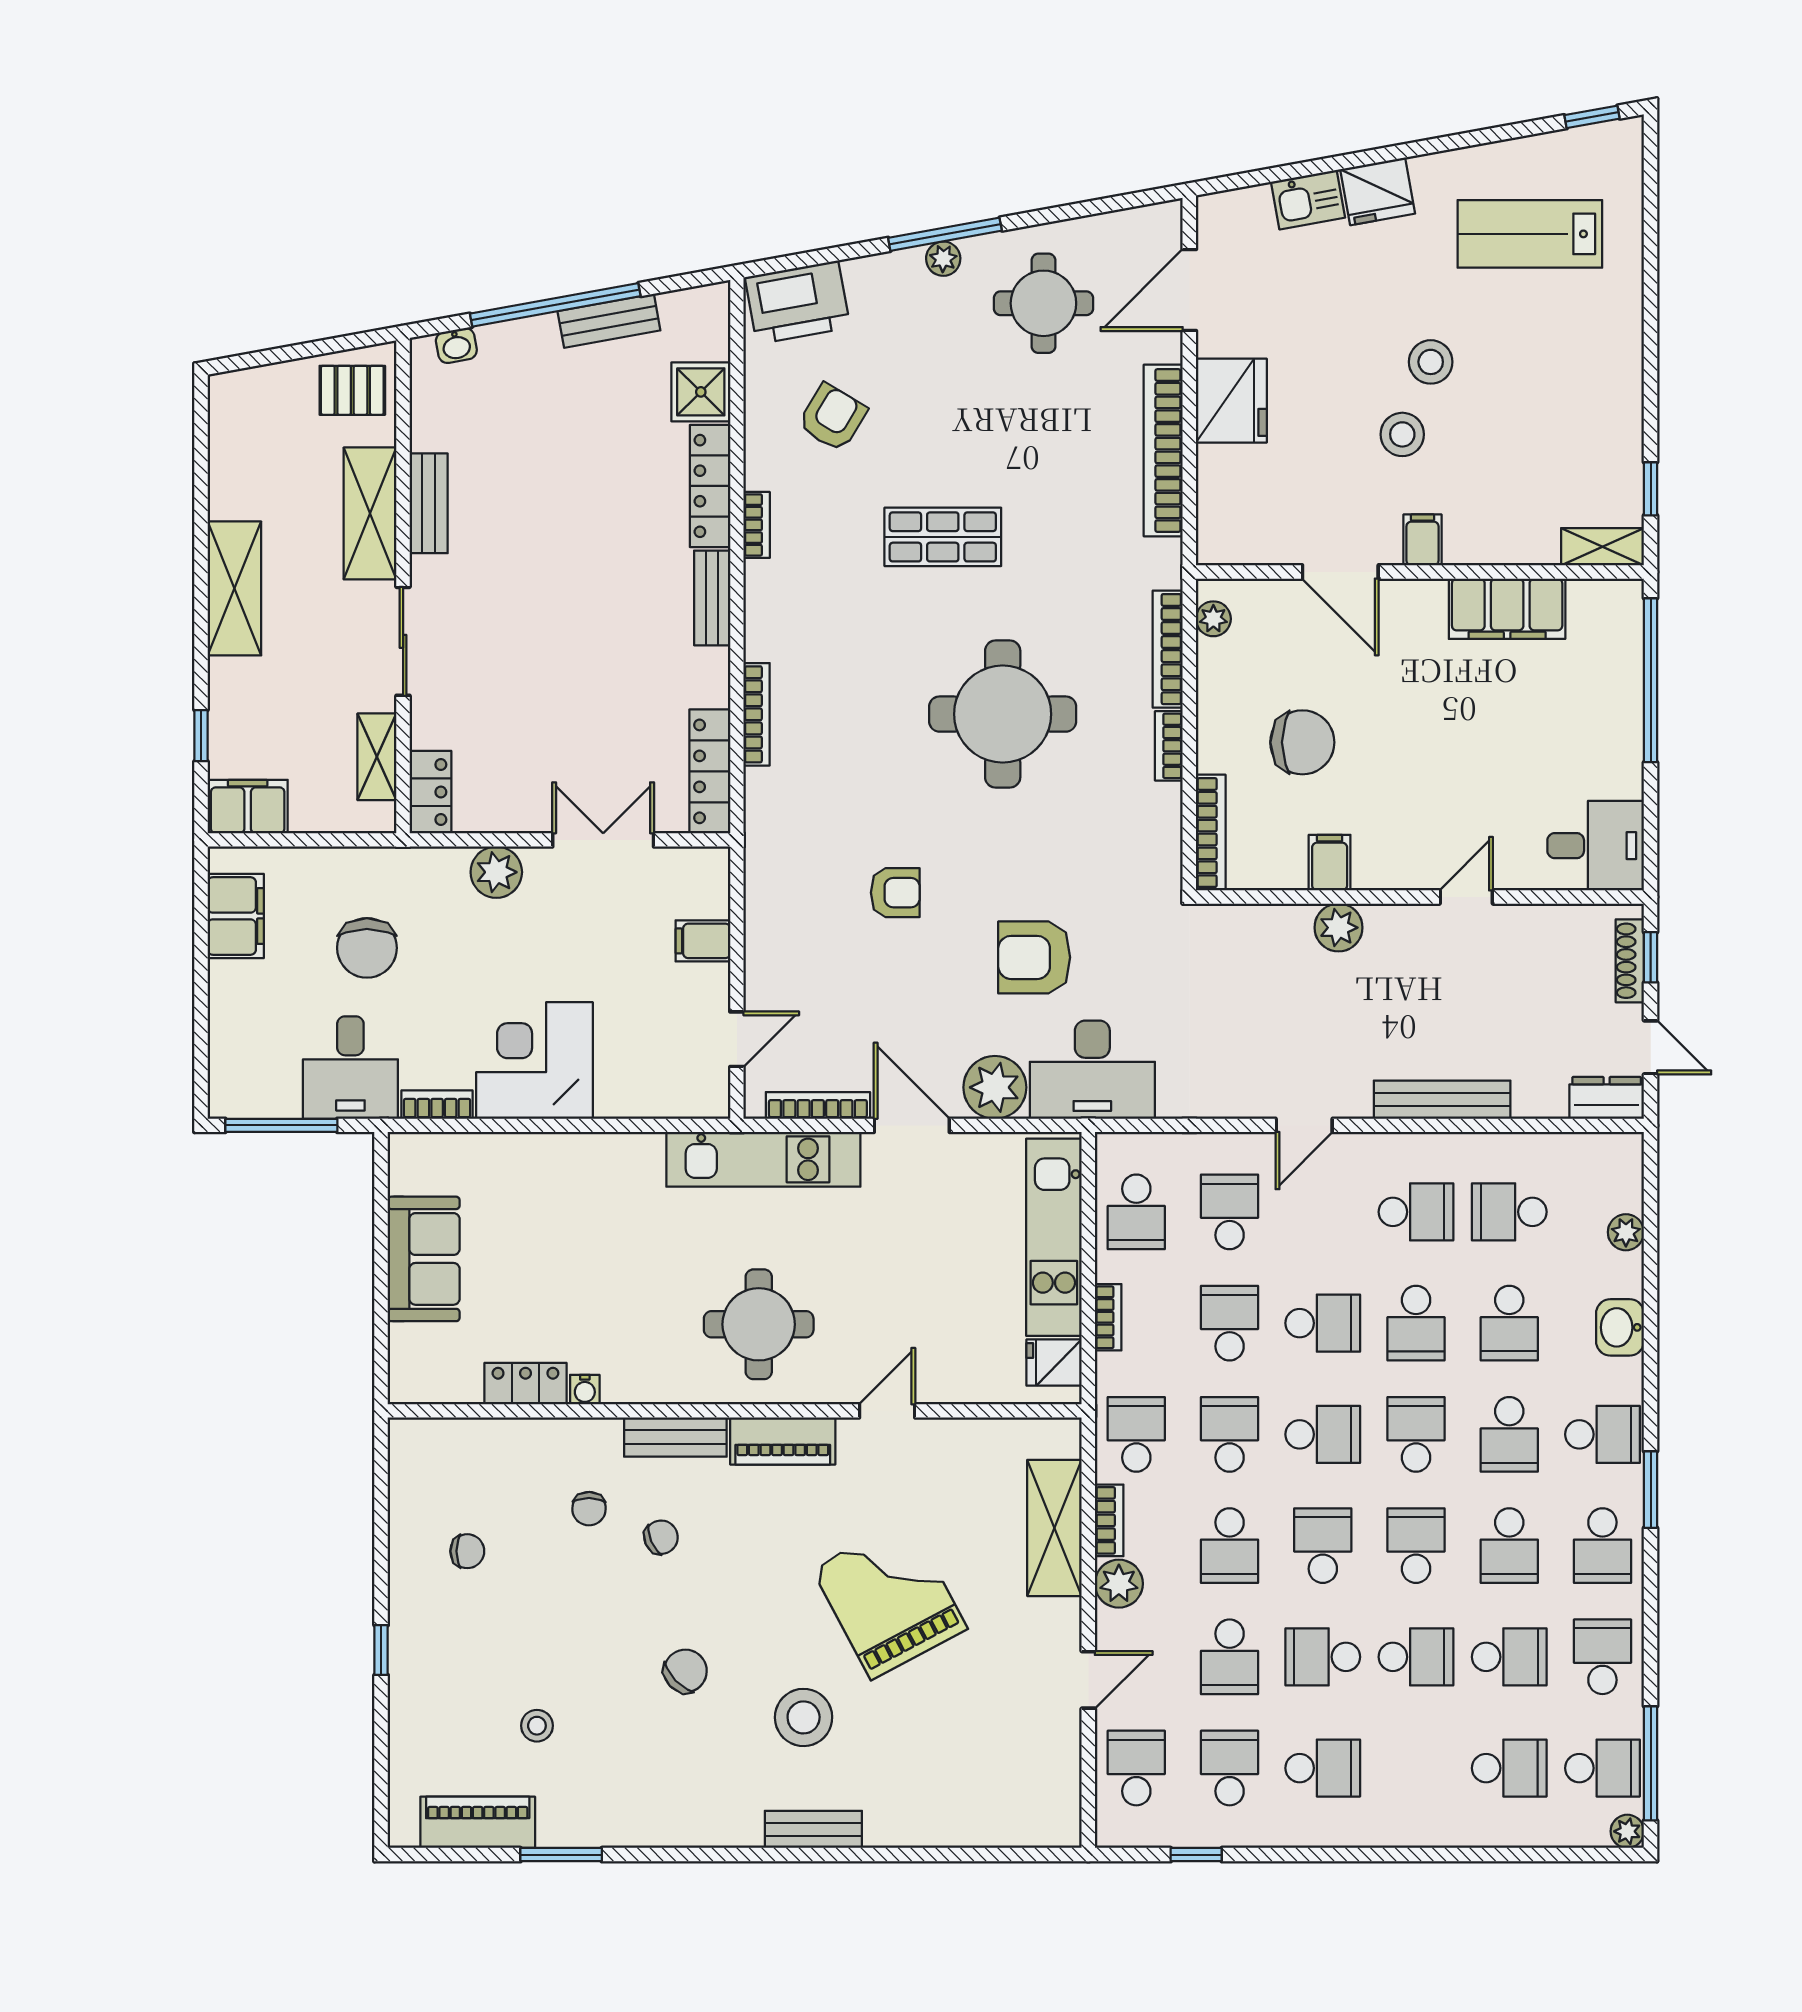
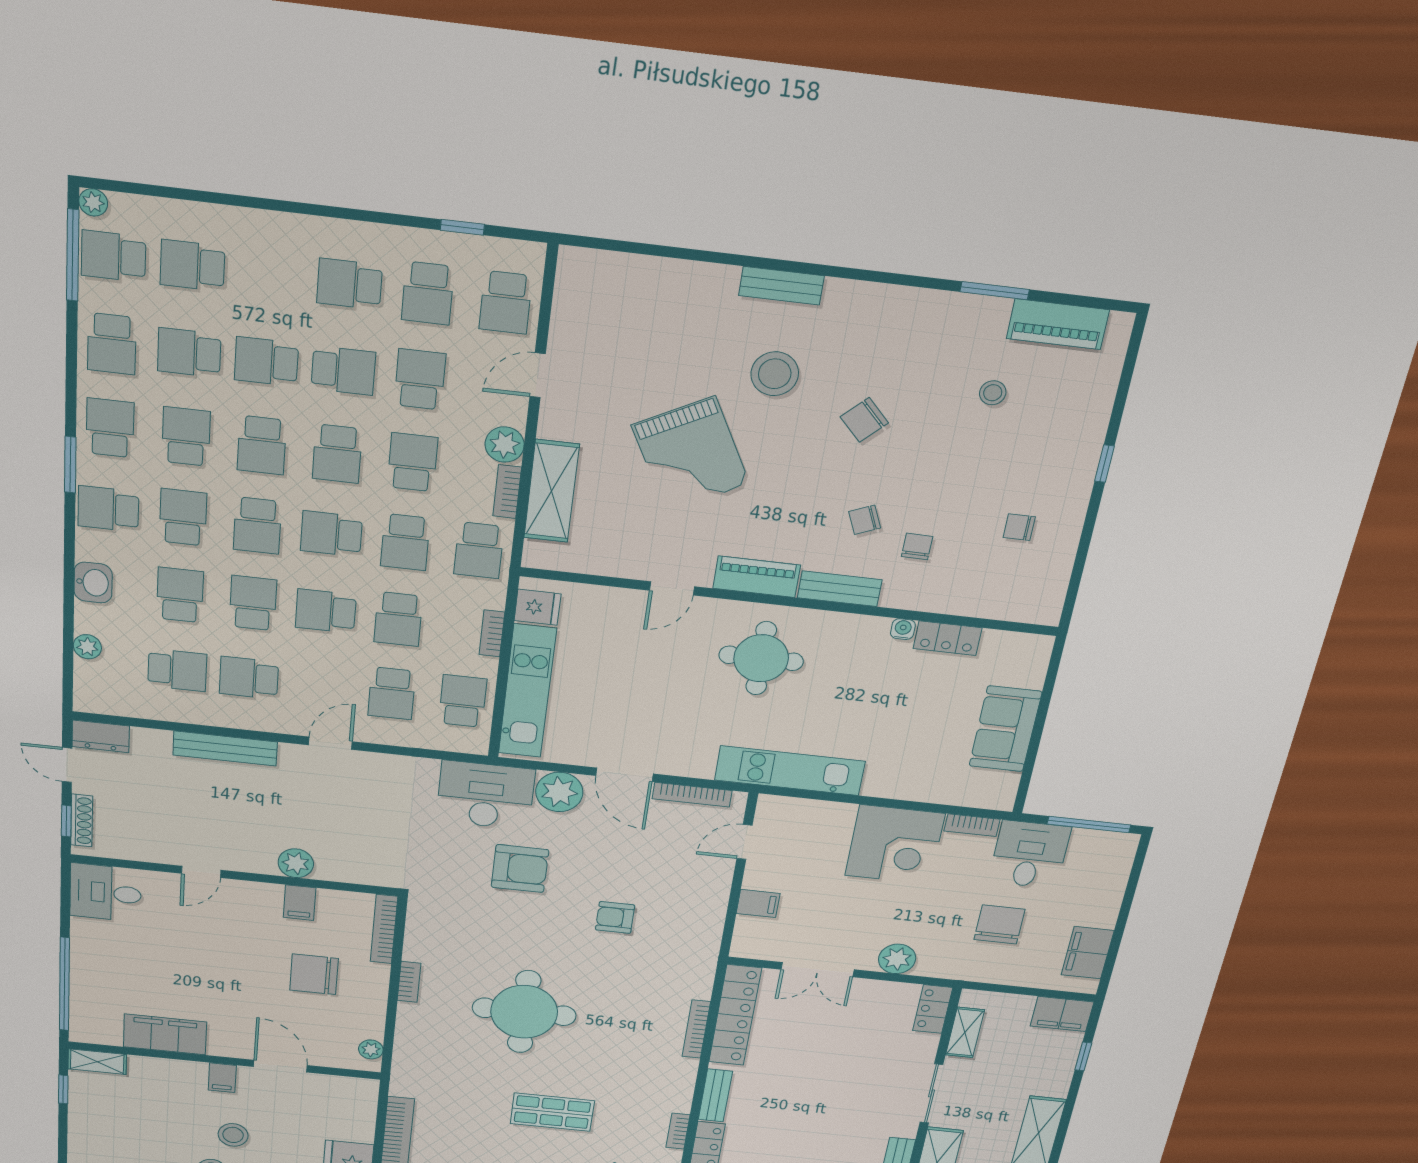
bookcase: (1168, 649) -> (404, 1036), removed
locker: (710, 771) -> (735, 1015), width x1.41, depth x1.21
kitchen unit: (763, 1159) -> (790, 771), moved

